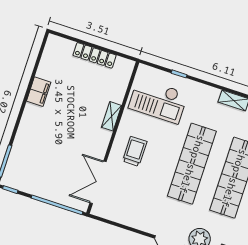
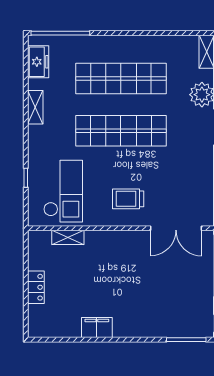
locker: (95, 55) -> (36, 287), width x0.66
shelving: (112, 116) -> (68, 237), moved

